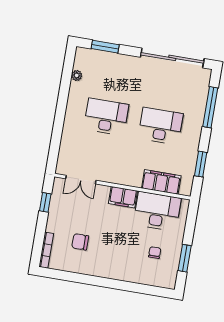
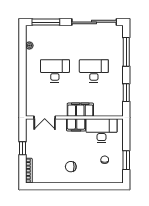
window: (105, 47) -> (46, 22), width x1.44
filing cabinet: (161, 182) -> (80, 110), moved
window: (45, 202) -> (23, 148), moved
chair: (80, 242) -> (71, 167), moved

